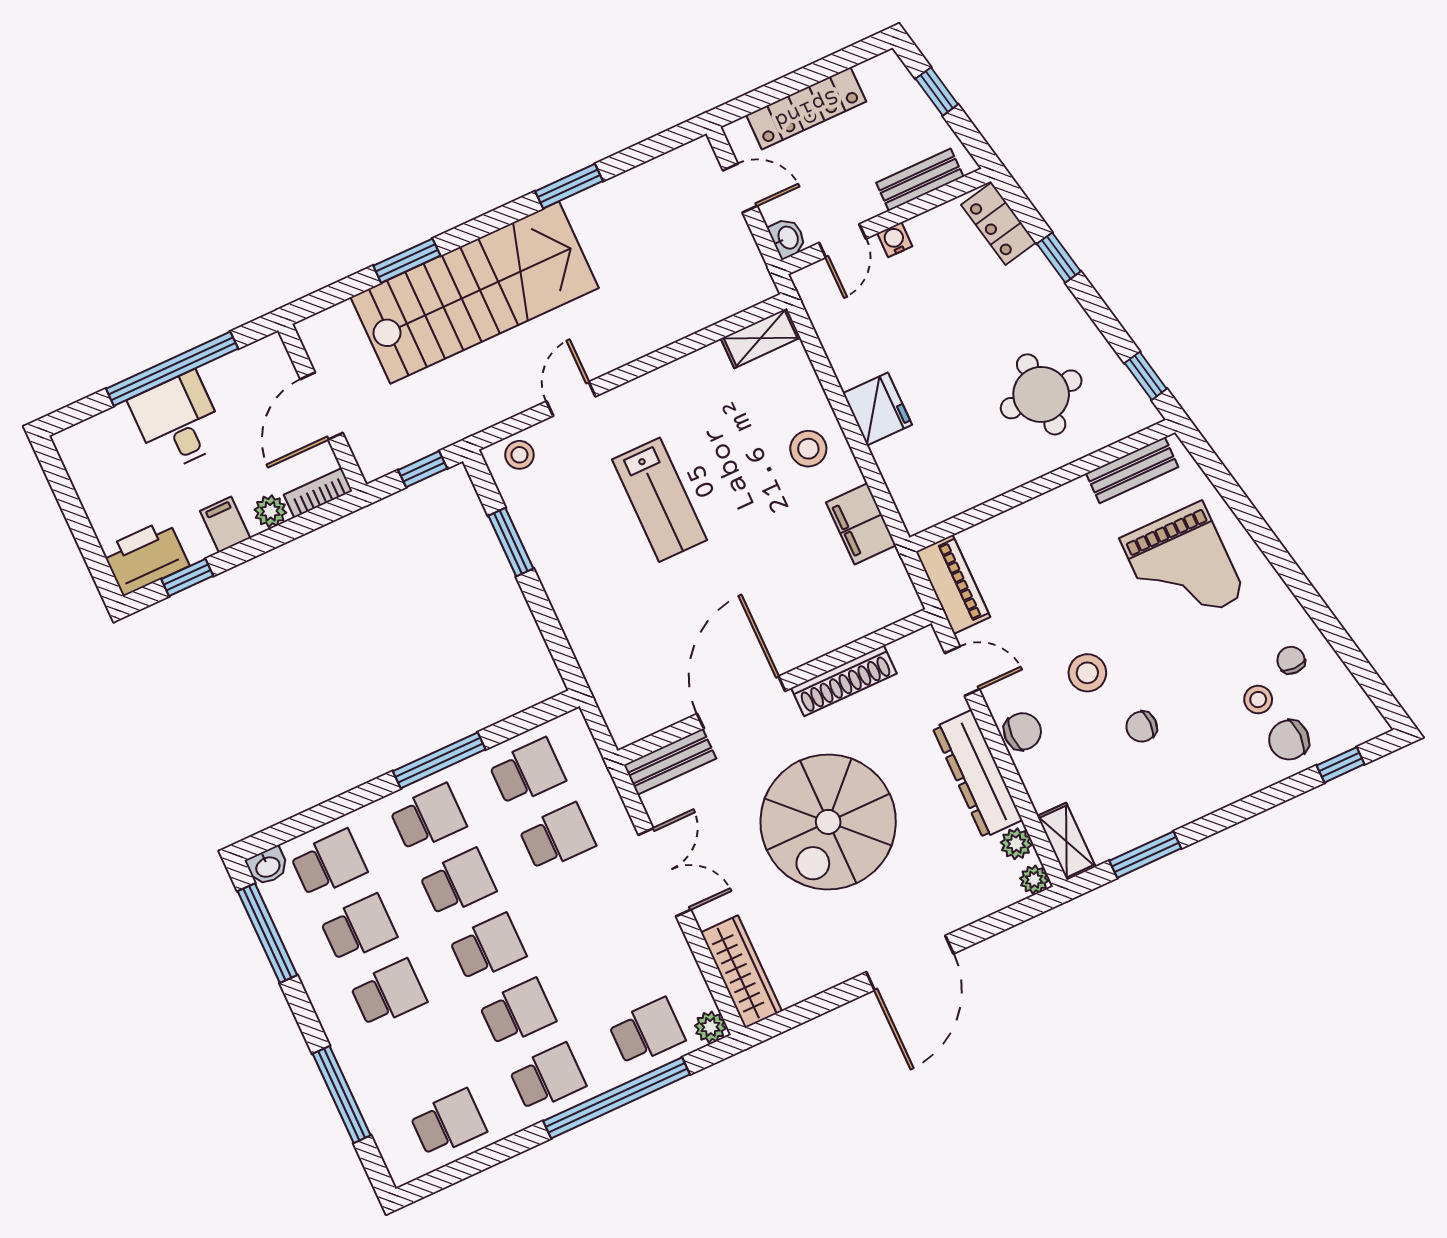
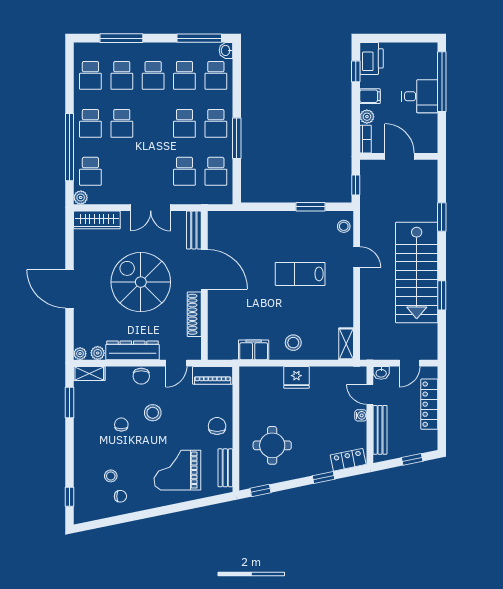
bench: (920, 180) -> (380, 430), width x1.36
stairs: (475, 293) -> (417, 273), moved
window: (172, 369) -> (442, 82), moved
chair: (1289, 740) -> (217, 426), moved
school desk: (488, 948) -> (122, 75), moved

